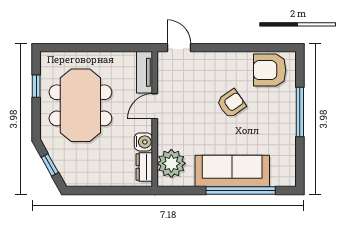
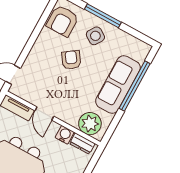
side table: (273, 116) -> (95, 36), added

